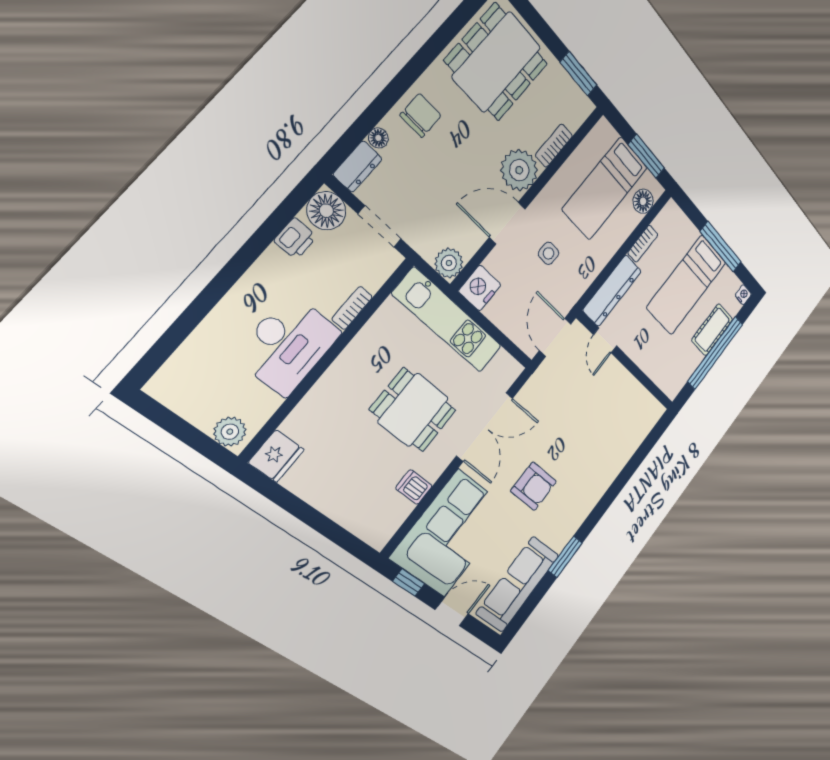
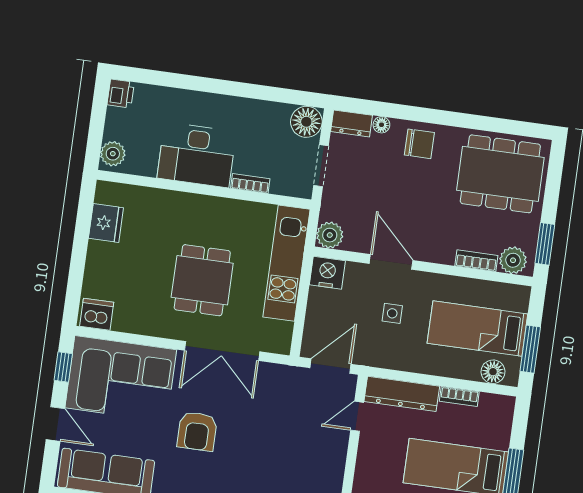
plant: (519, 170) -> (513, 260), moved, width x0.73, depth x0.73
printer: (295, 239) -> (121, 94), moved, turned -90
fridge: (276, 456) -> (106, 223), moved, turned -90
dishwasher: (414, 487) -> (97, 314), moved, width x1.38

